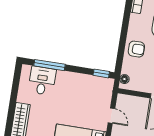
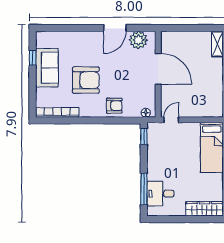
armchair: (136, 49) -> (114, 106), turned 90
door: (111, 116) -> (171, 120), moved

